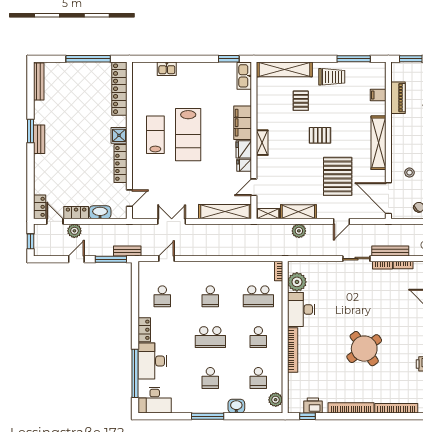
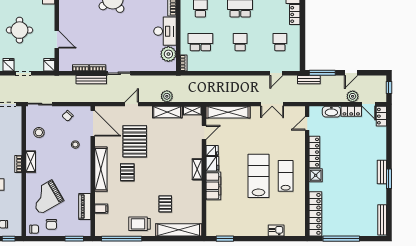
window: (354, 59) -> (122, 239), width x1.46
kitchen sink: (244, 76) -> (212, 225), removed
lab bench: (155, 135) -> (286, 176), turned 180
pallet: (320, 135) -> (127, 172), moved, turned 90

